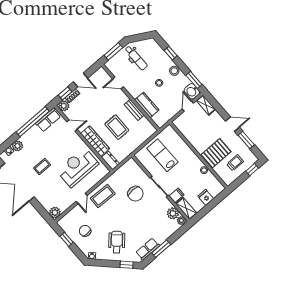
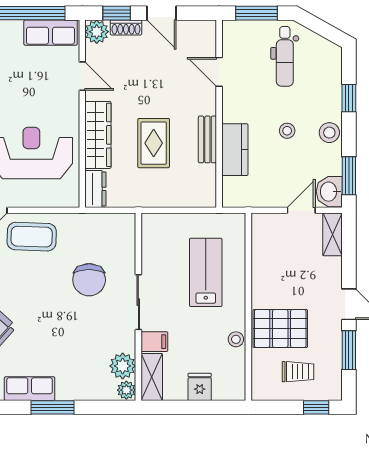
lab bench: (162, 155) -> (206, 272), moved

